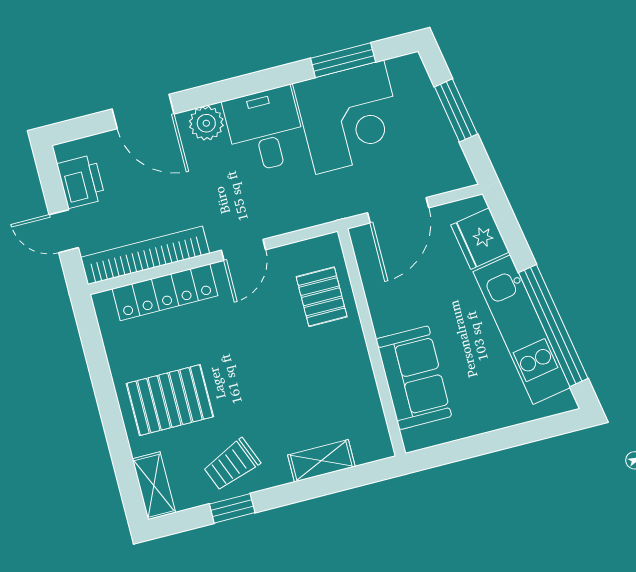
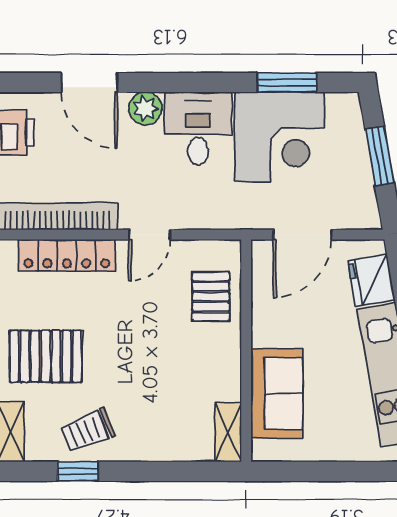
shelving: (321, 461) -> (228, 432), moved, turned 90

